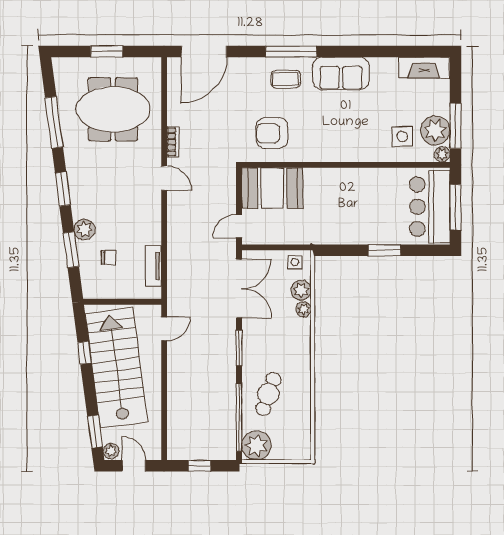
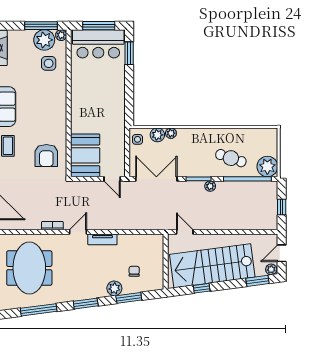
window: (384, 250) -> (129, 53), moved
tv unit: (153, 266) -> (102, 239), moved
plant: (229, 365) -> (210, 186), added

